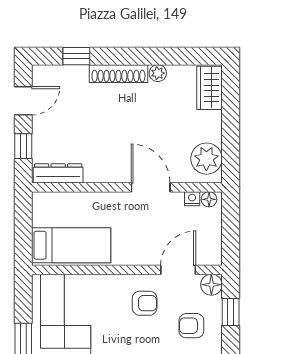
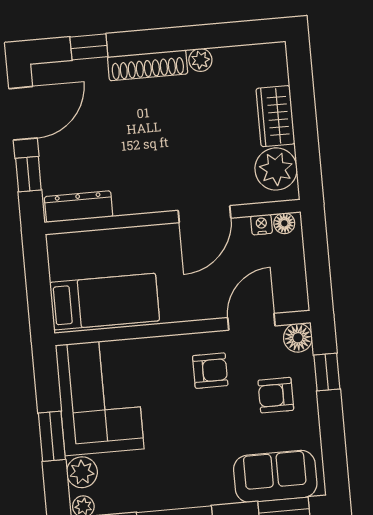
wardrobe: (210, 88) -> (275, 116), moved
door: (23, 101) -> (23, 113), width x1.38
door: (151, 187) -> (205, 214), swing flipped

